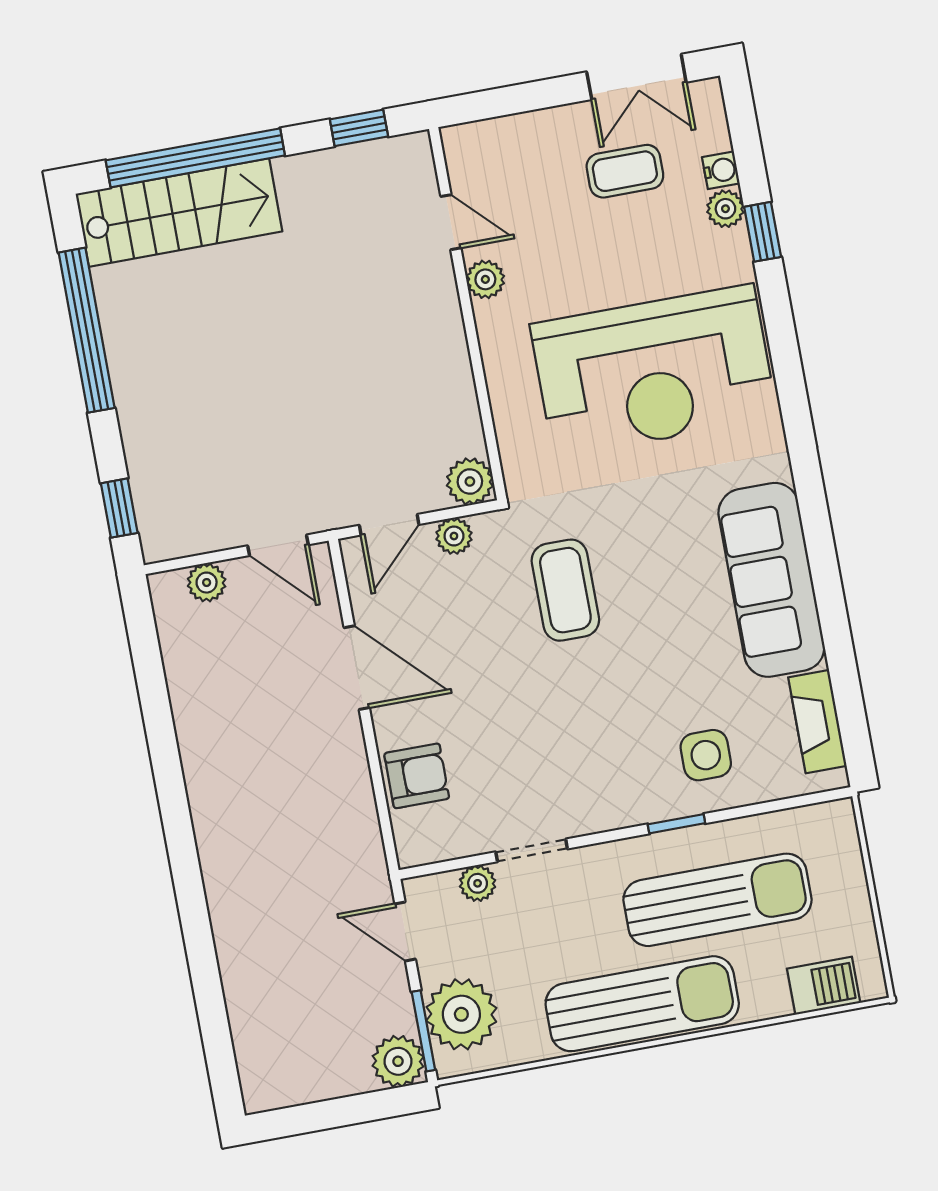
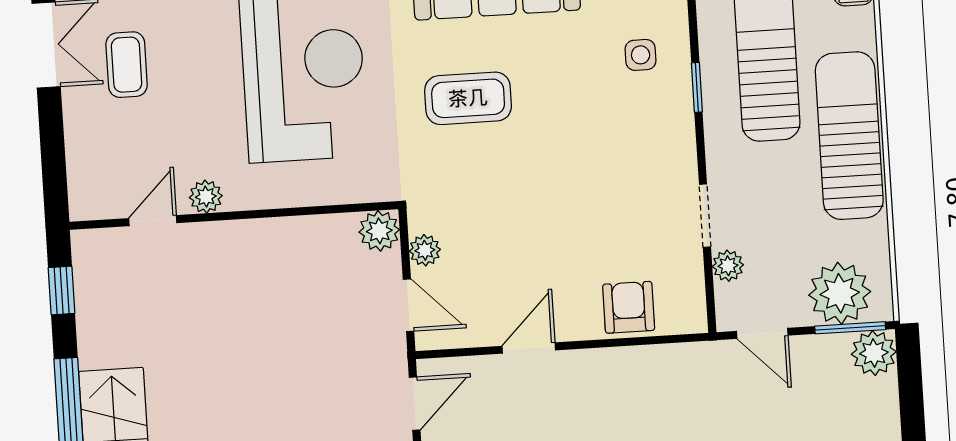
coffee table: (565, 590) -> (468, 98), moved
door: (357, 668) -> (529, 348), width x0.73
side table: (706, 755) -> (641, 55), width x0.73, depth x0.73
door: (405, 932) -> (762, 333), hinge flipped

